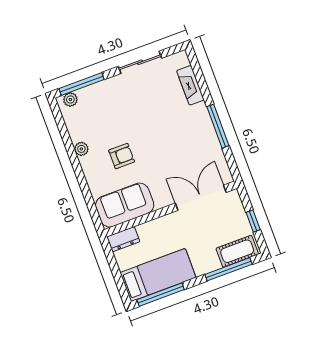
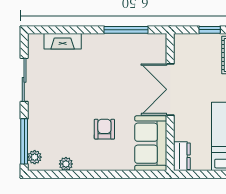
window: (218, 126) -> (126, 30), moved
plant: (81, 149) -> (66, 164), moved
double door: (201, 198) -> (170, 89), moved

